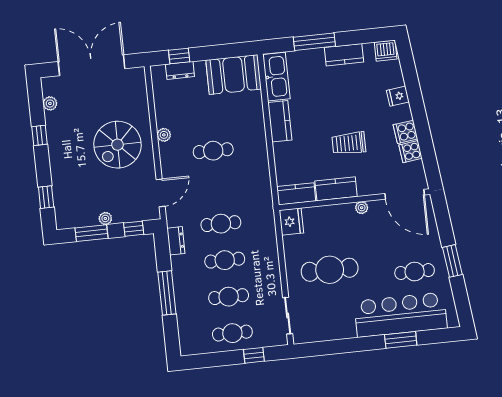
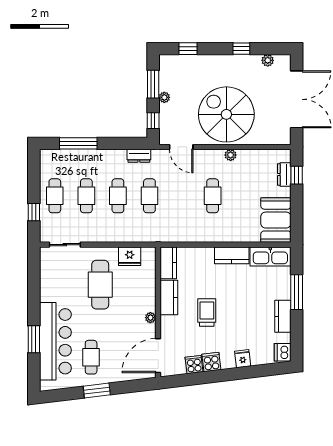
spiral stairs: (118, 145) -> (226, 114), width x1.37, depth x1.37
fridge: (291, 222) -> (130, 256), moved
window: (167, 293) -> (78, 143), moved

